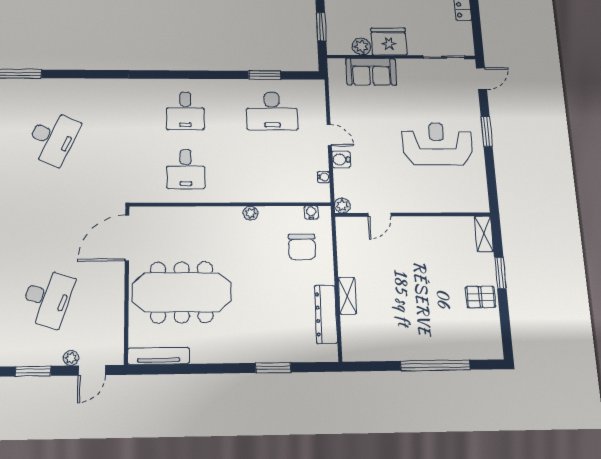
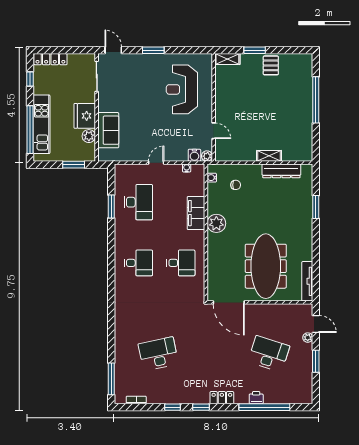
desk: (53, 138) -> (158, 354), turned -36
reception desk: (437, 144) -> (182, 89), moved
water cooler: (341, 159) -> (194, 155), moved
filing cabinet: (259, 190) -> (196, 213), added
plant: (251, 213) -> (216, 223), width x1.87, depth x1.87
chair: (302, 247) -> (236, 185), width x0.54, depth x0.54

